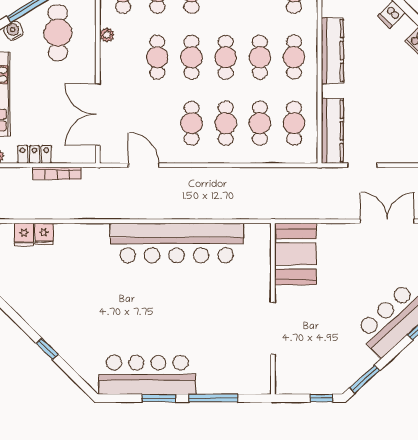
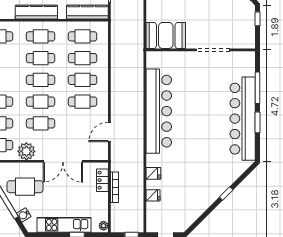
plant: (107, 35) -> (26, 151), width x1.88, depth x1.88
double door: (98, 115) -> (63, 161), moved
locker: (34, 154) -> (102, 180), moved
fridge: (24, 234) -> (153, 173), moved
bar counter: (147, 375) -> (243, 119), width x1.36

